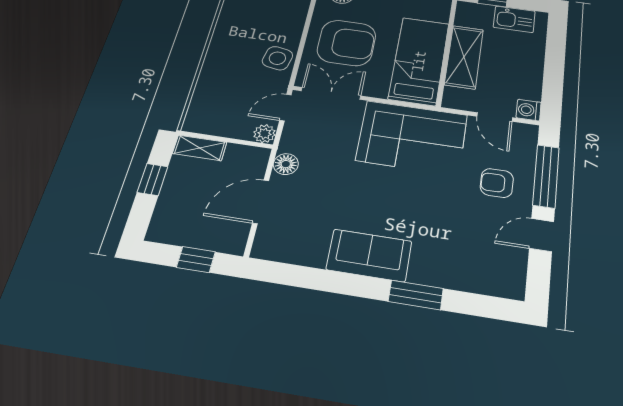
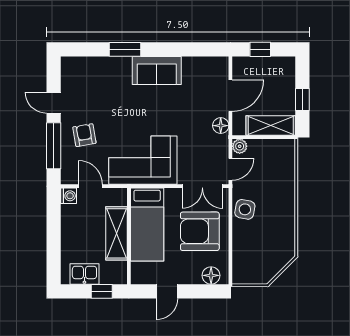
shelving: (200, 148) -> (271, 126), width x1.50, depth x1.33
armchair: (497, 183) -> (84, 135), turned -100
door: (542, 235) -> (54, 103), swing flipped

